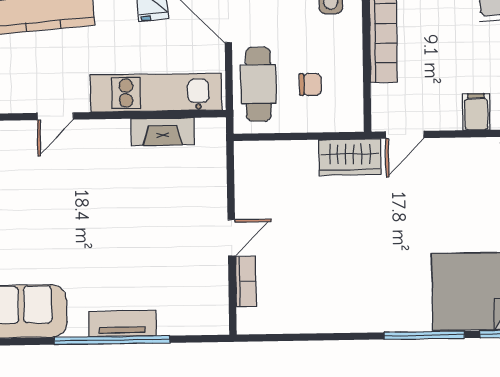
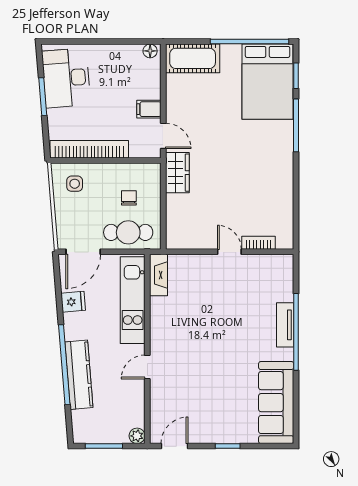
filing cabinet: (476, 112) -> (149, 109), moved
door: (55, 116) -> (147, 367), swing flipped
fireplace: (163, 132) -> (159, 275), moved

